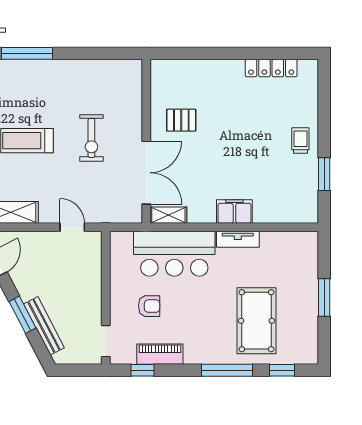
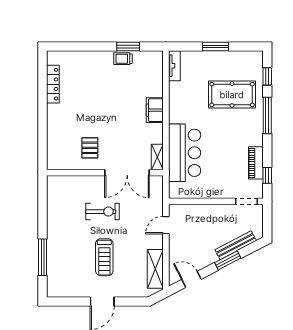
trolley: (300, 141) -> (123, 59), moved
double door: (146, 173) -> (127, 173), swing flipped
tv unit: (238, 239) -> (174, 66), moved
armchair: (149, 306) -> (222, 171), removed

